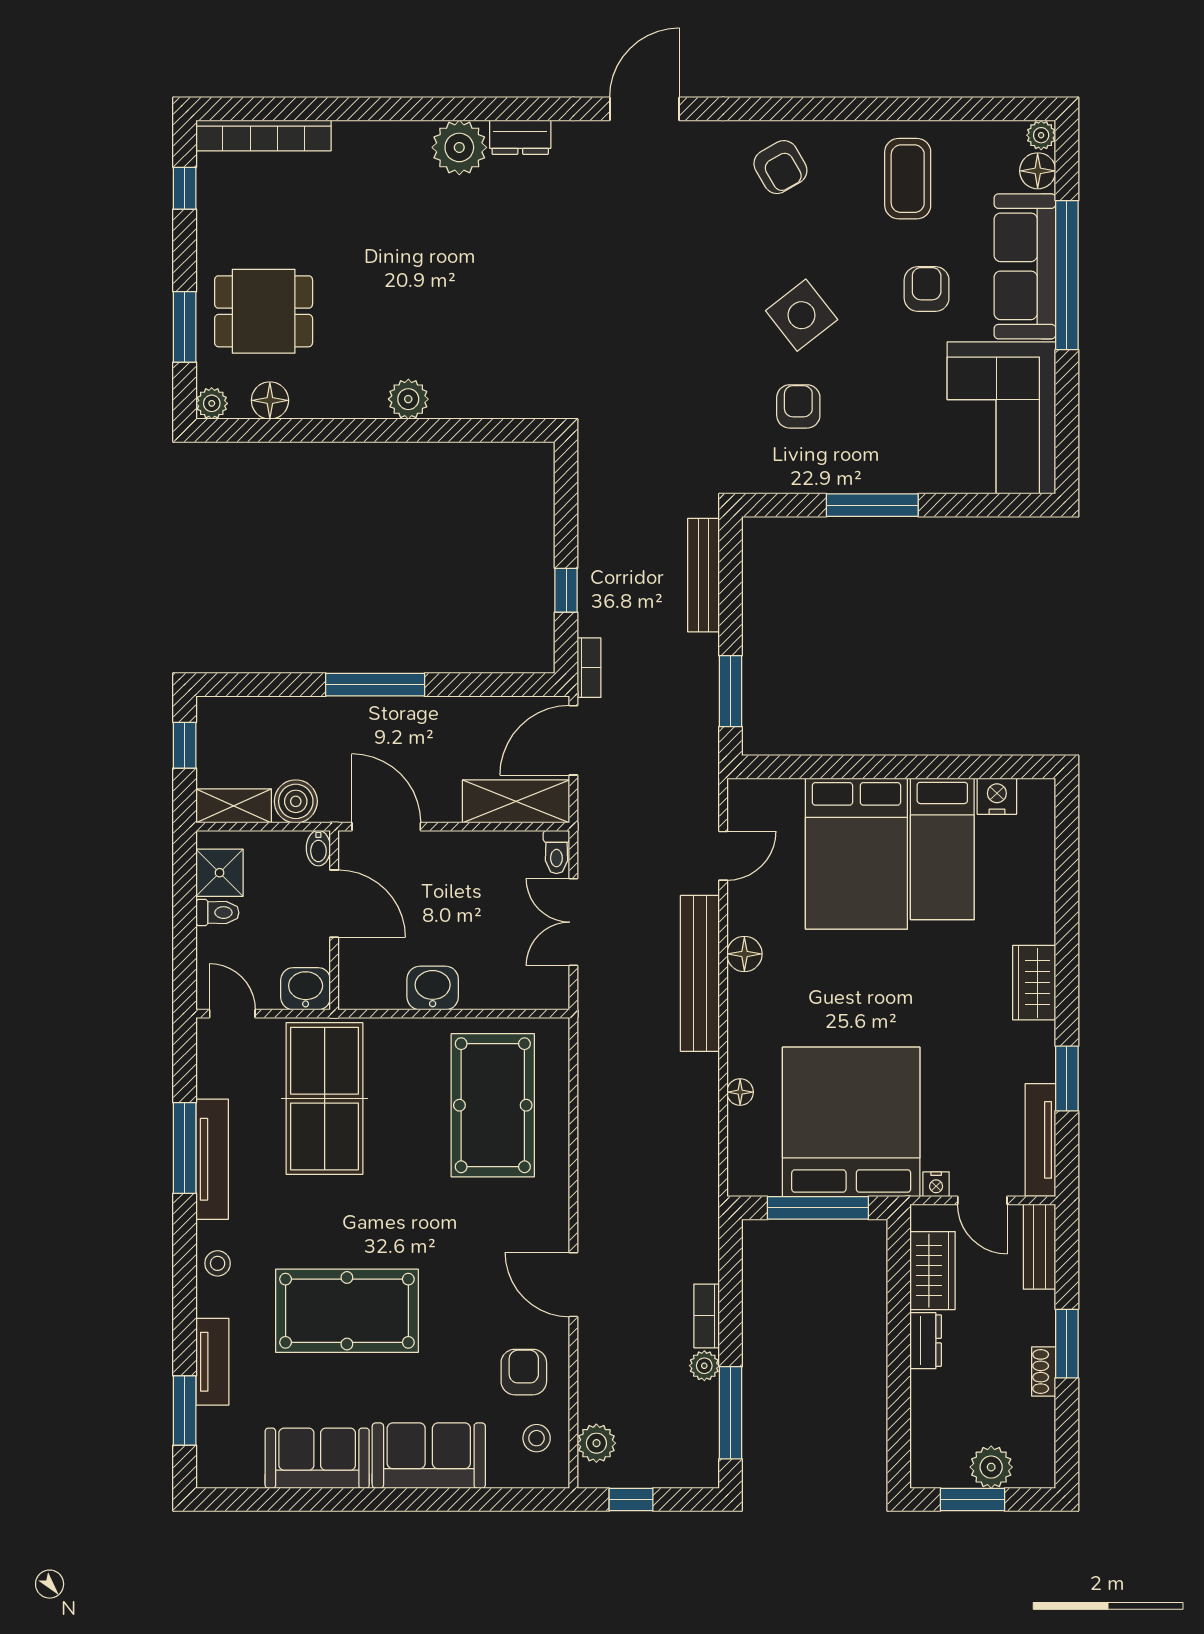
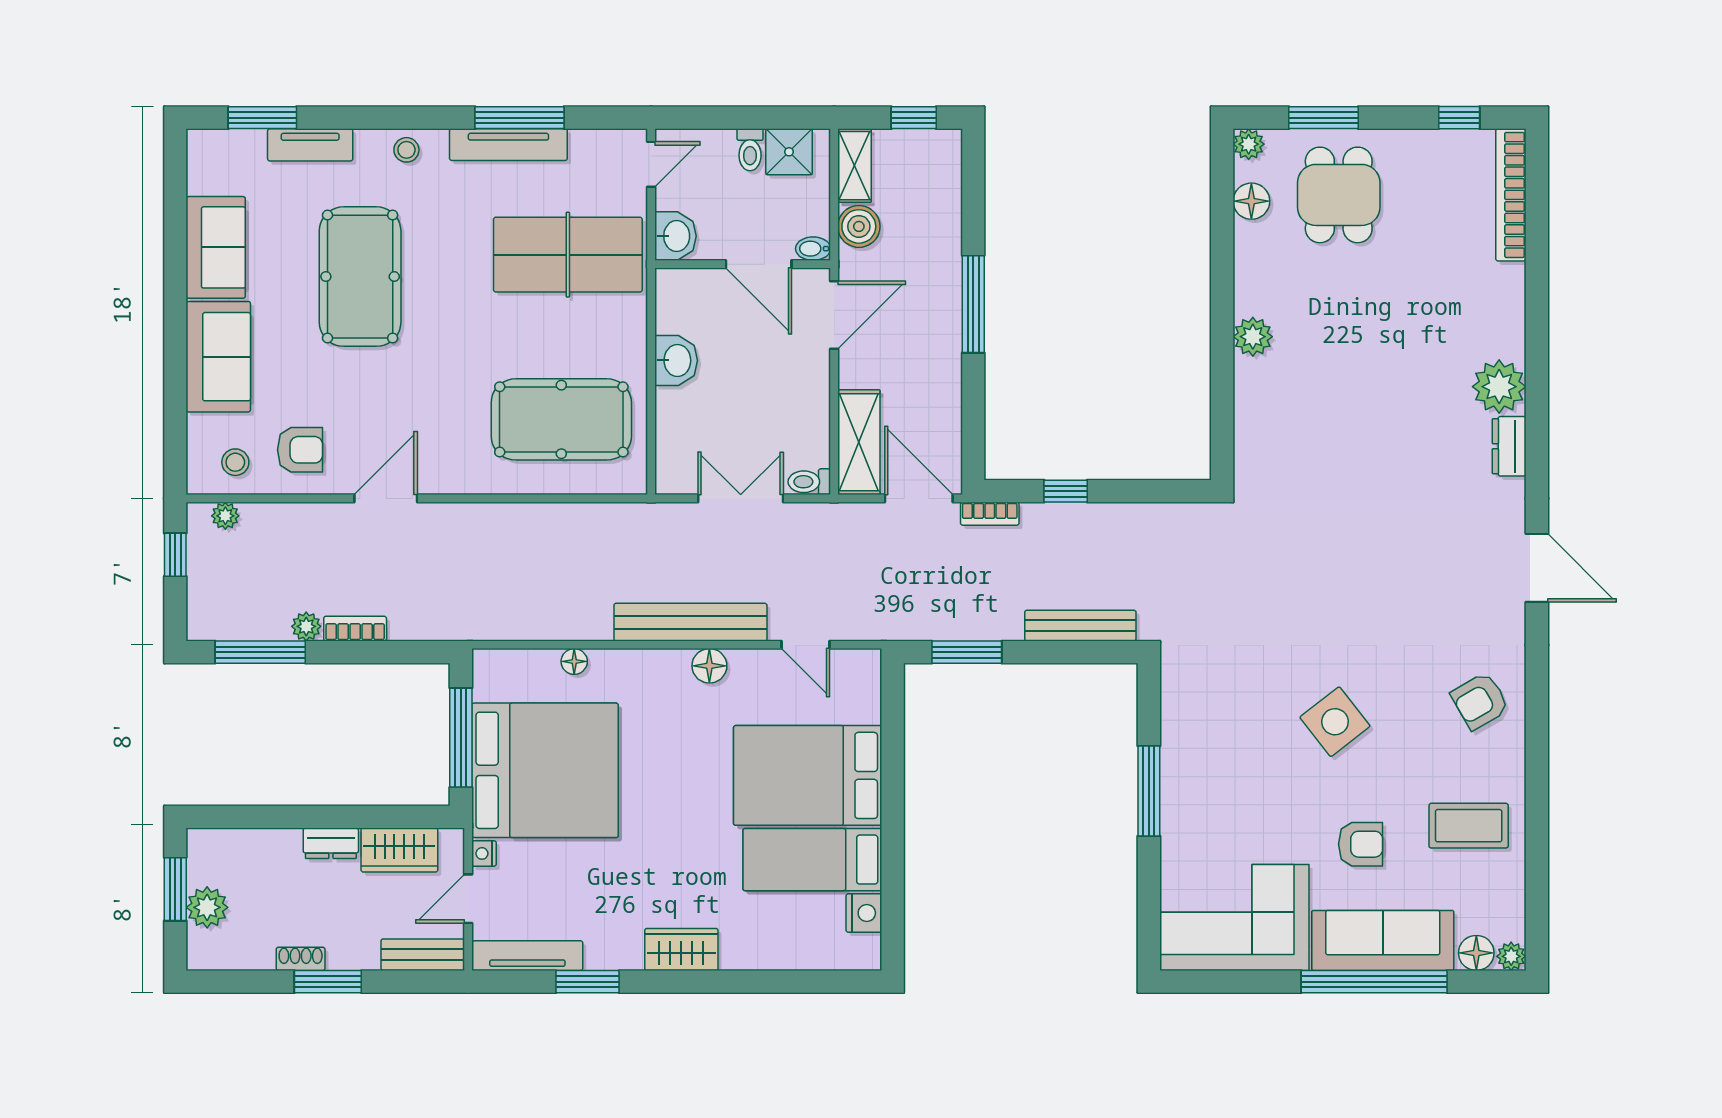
armchair: (798, 406) -> (1246, 719), removed
door: (334, 904) -> (759, 264), hinge flipped
plant: (596, 1443) -> (225, 516), width x0.73, depth x0.73

